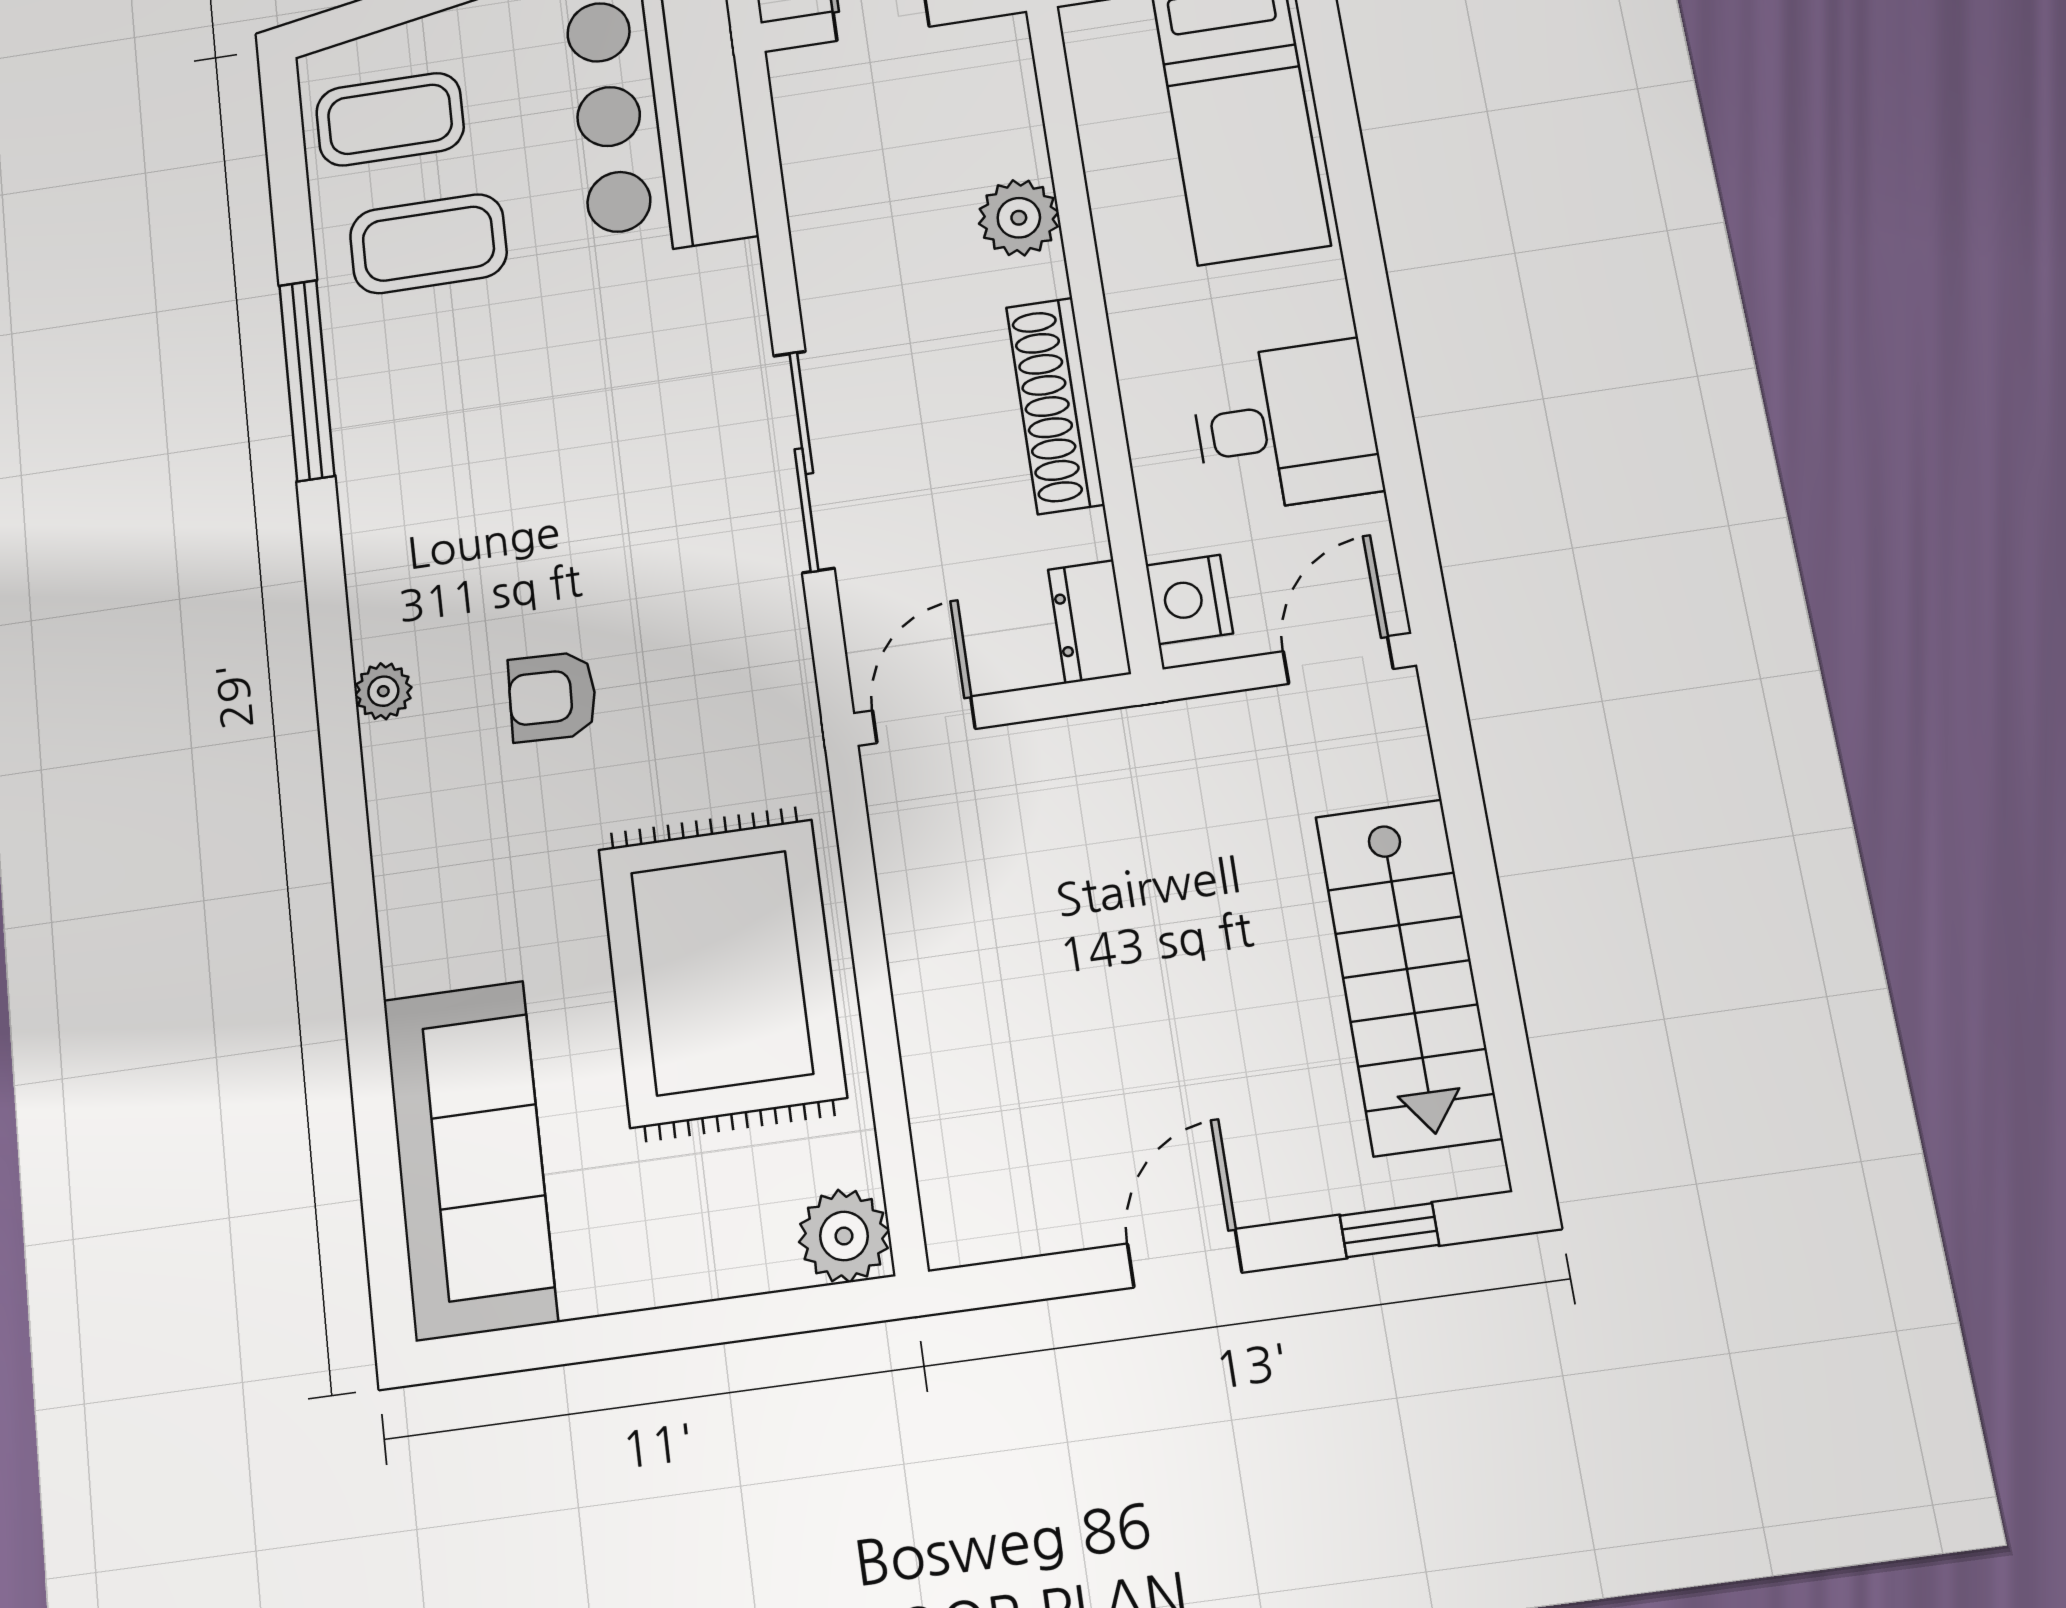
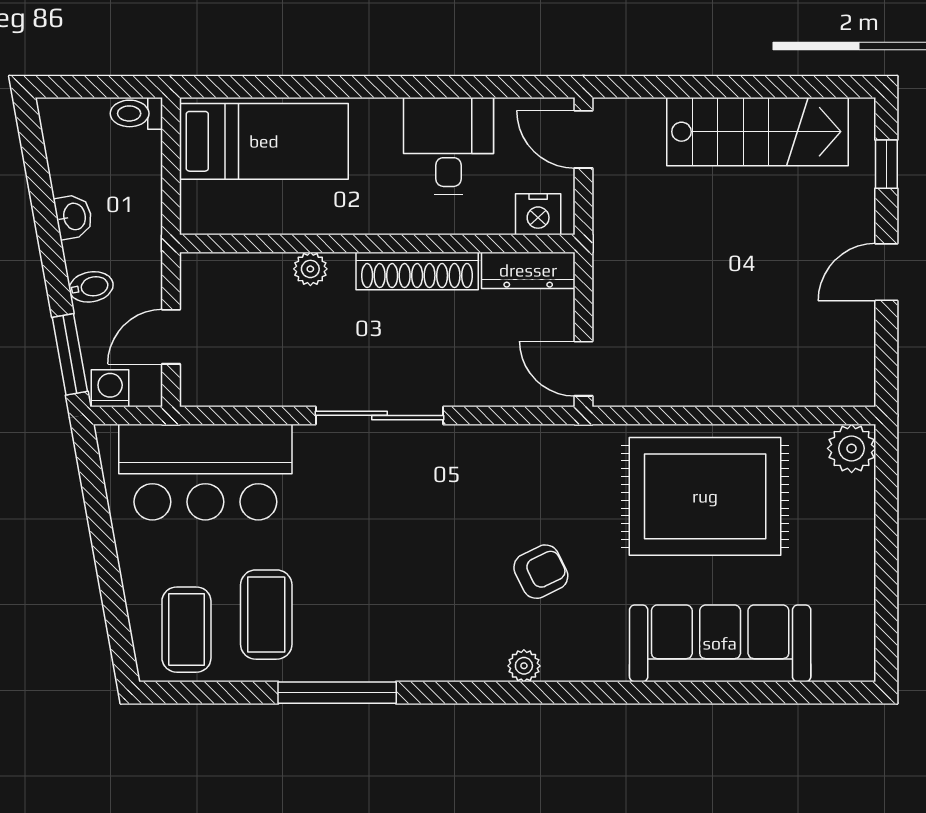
plant: (1019, 218) -> (310, 269), width x0.73, depth x0.73
sliding door: (804, 461) -> (380, 415), moved
dresser: (1090, 622) -> (528, 270), width x1.44
armchair: (552, 697) -> (541, 572), turned -118
sofa: (470, 1159) -> (720, 643), moved
door: (1185, 1258) -> (886, 272), hinge flipped

